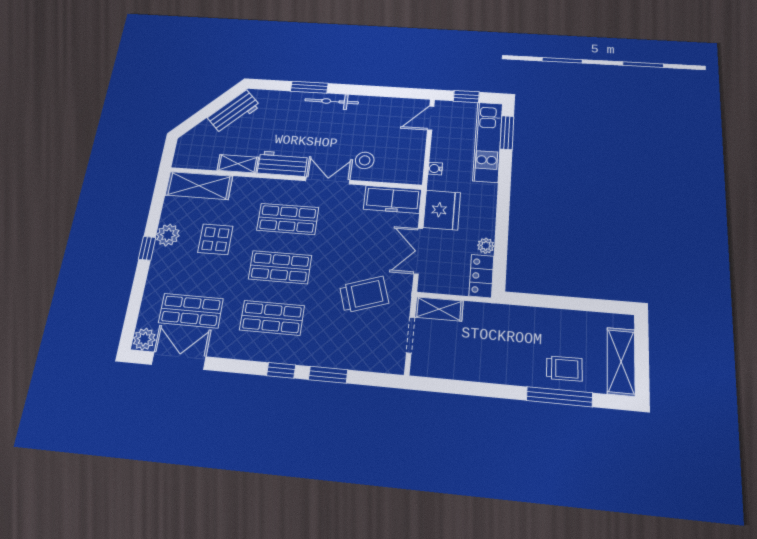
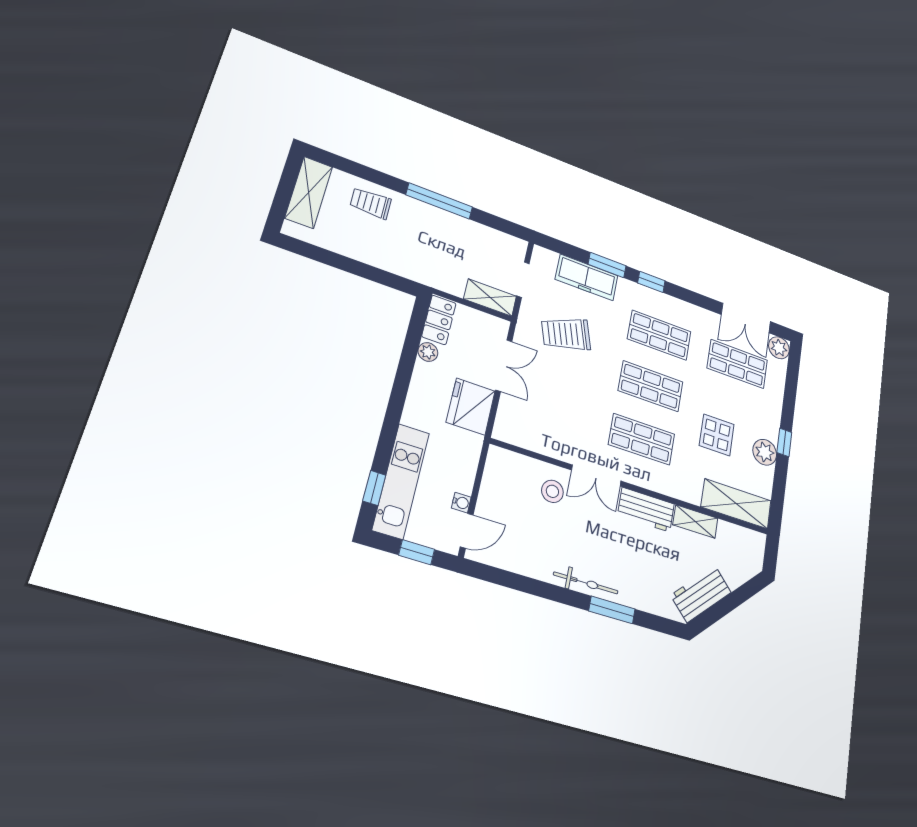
window: (507, 133) -> (374, 488), width x0.67
water cooler: (435, 169) -> (461, 503), moved
freezer: (392, 199) -> (587, 277), moved, turned 180
window: (559, 397) -> (439, 201), moved

